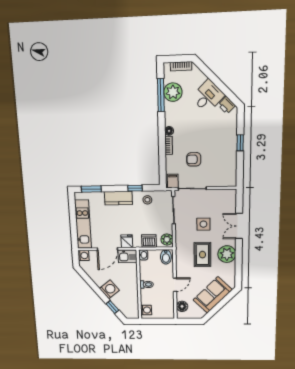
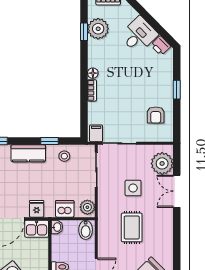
window: (161, 95) -> (84, 32), width x0.46
armchair: (194, 159) -> (156, 115), moved, turned -90
plant: (227, 254) -> (162, 163), moved

